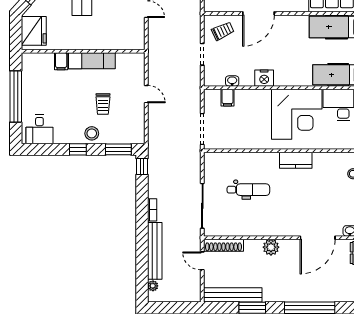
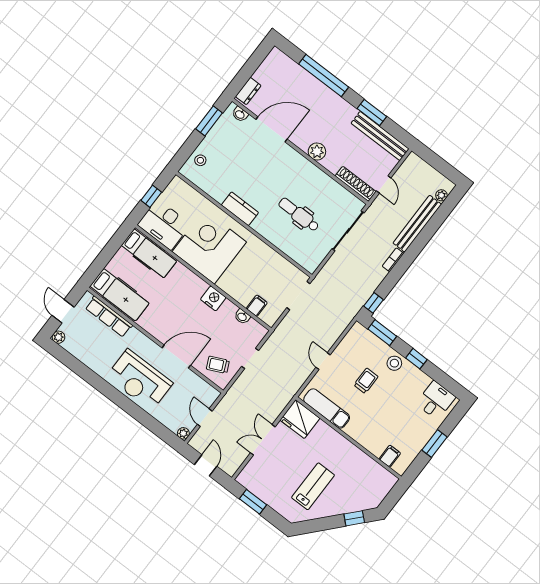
fridge: (34, 31) -> (300, 419), moved, turned -90
filing cabinet: (61, 61) -> (390, 456), moved
exam couch: (92, 61) -> (327, 408), moved
window: (16, 96) -> (434, 443), width x0.47

